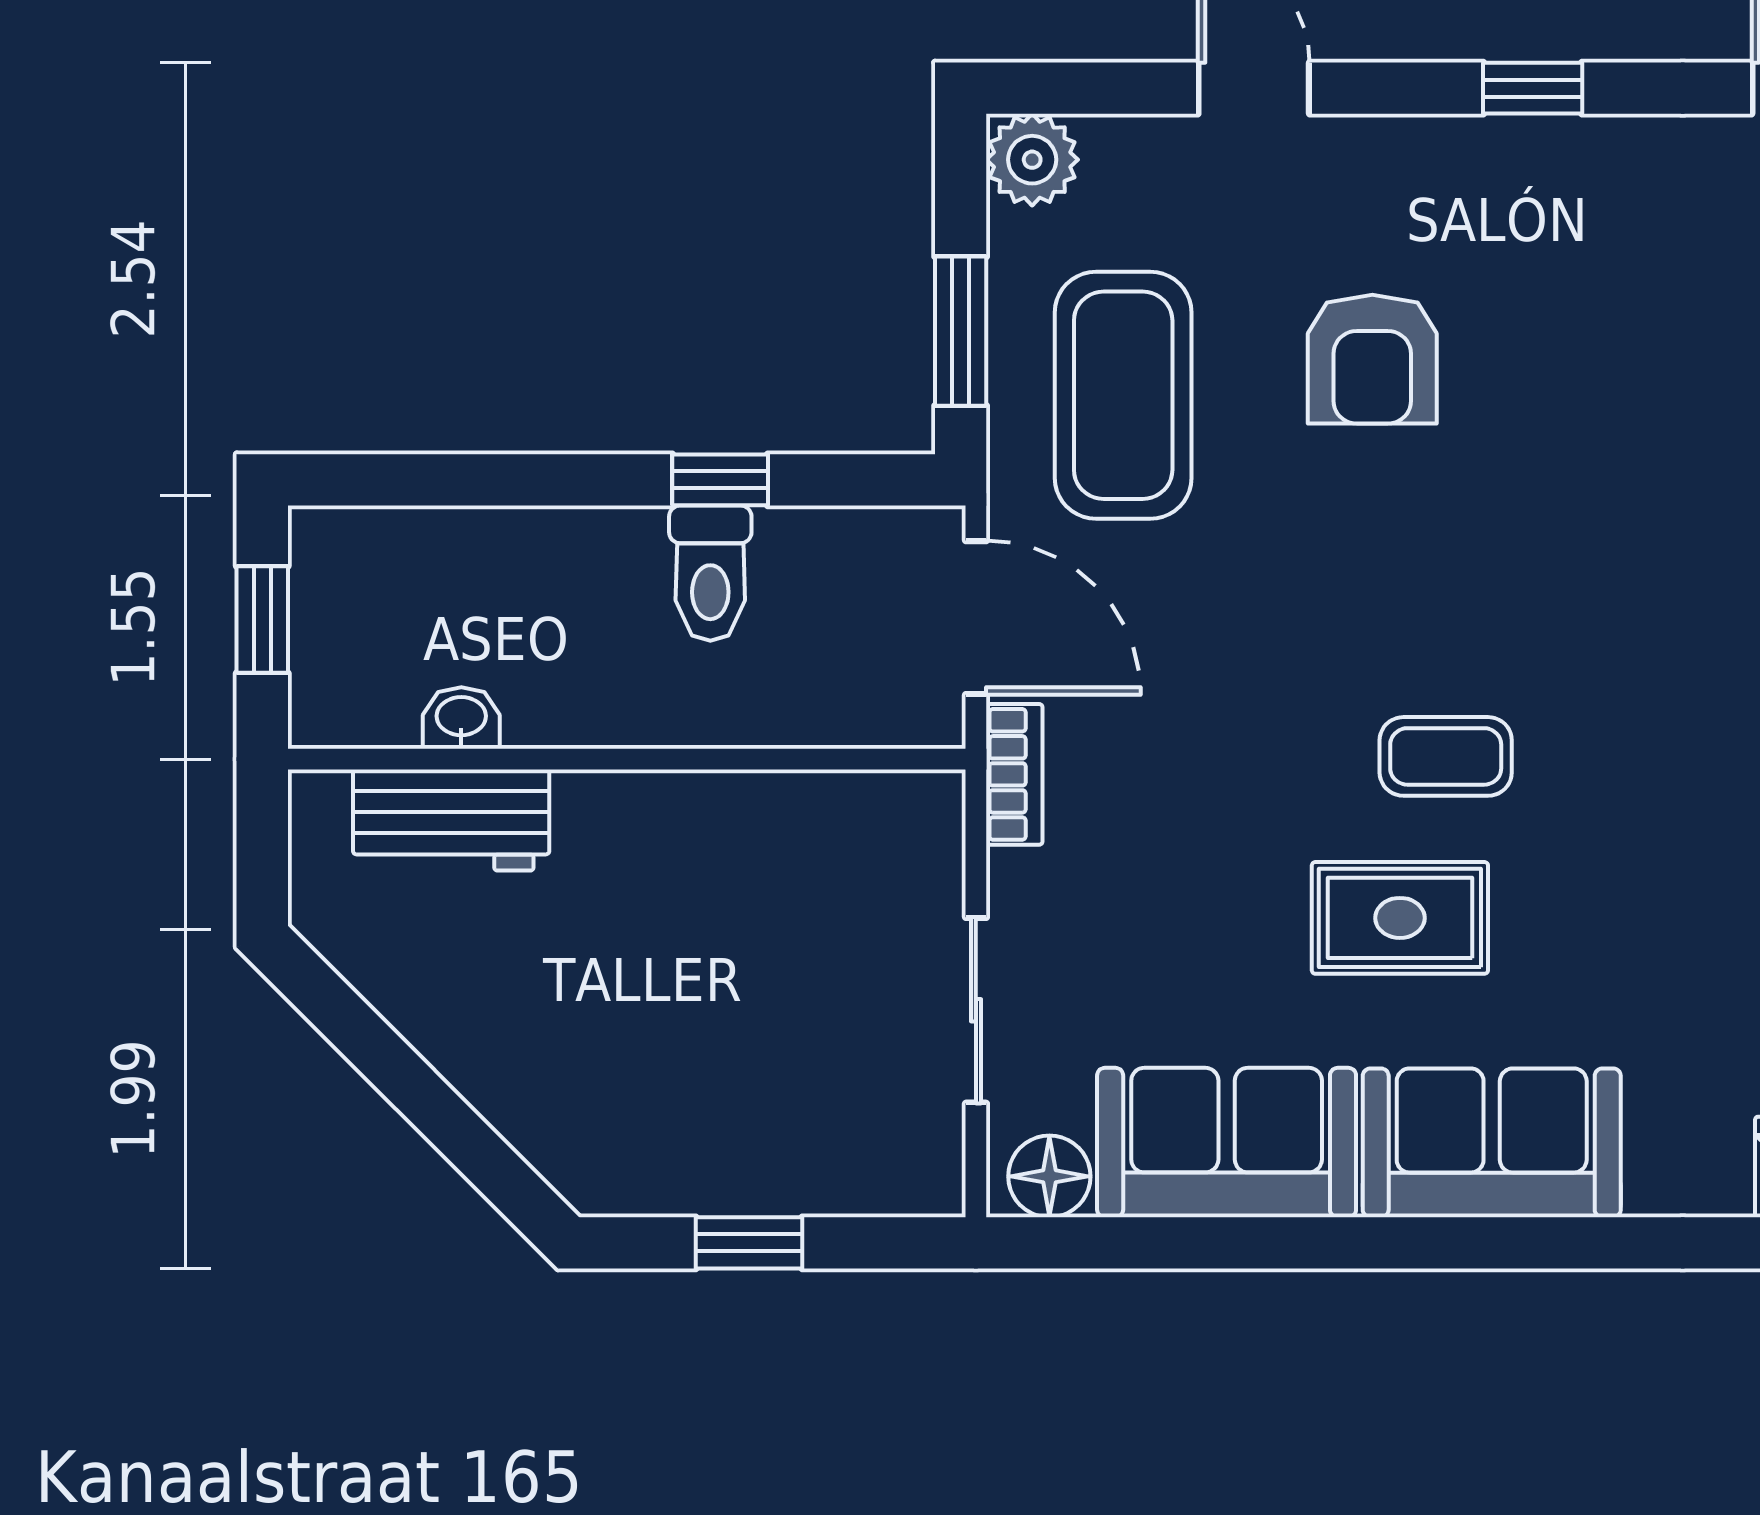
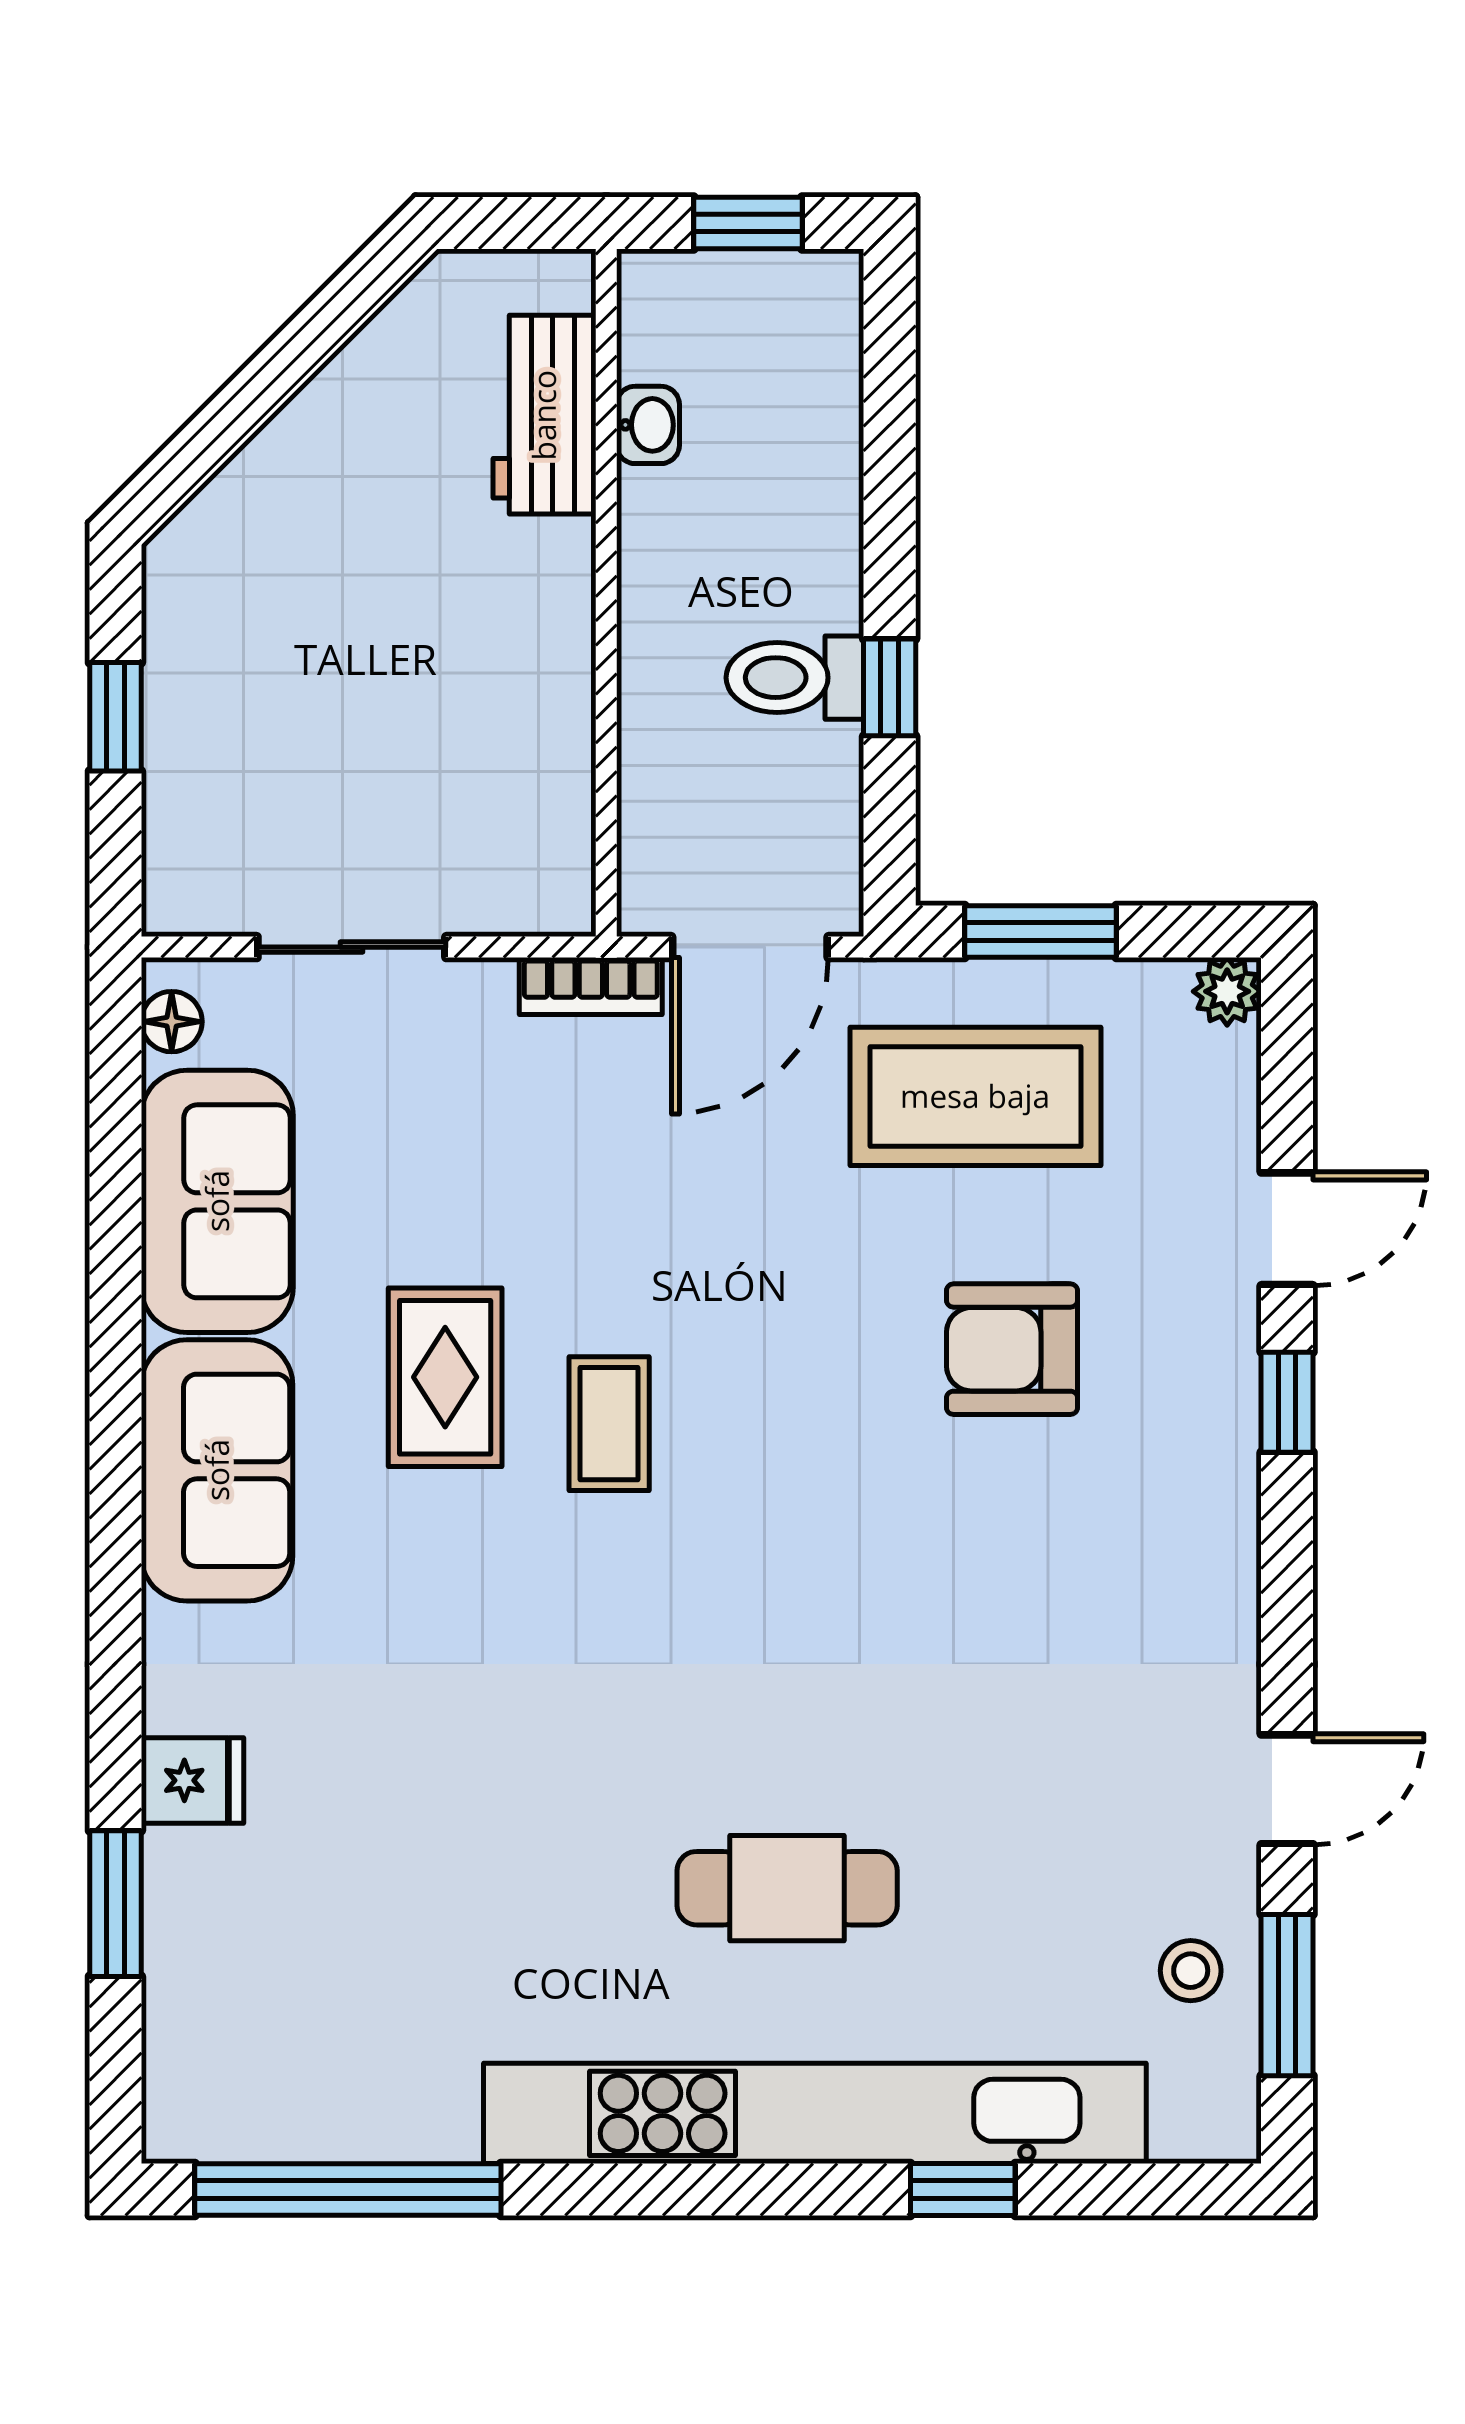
window: (1533, 88) -> (1287, 1402), moved
plant: (1032, 160) -> (1227, 991), width x0.73, depth x0.73
floor lamp: (1049, 1176) -> (172, 1022), width x0.73, depth x0.73

